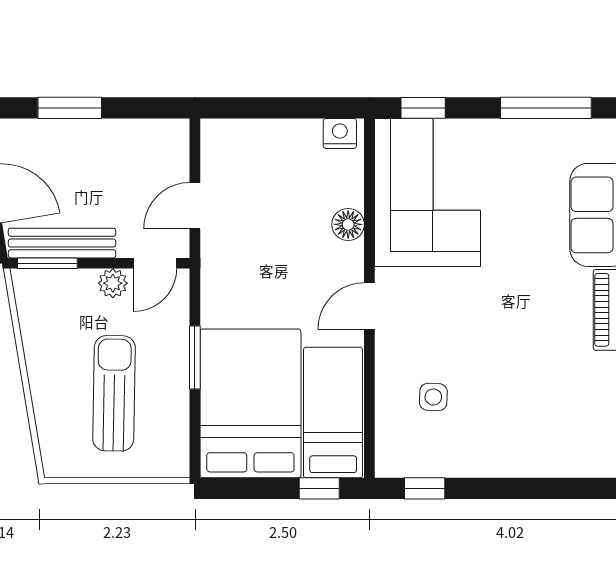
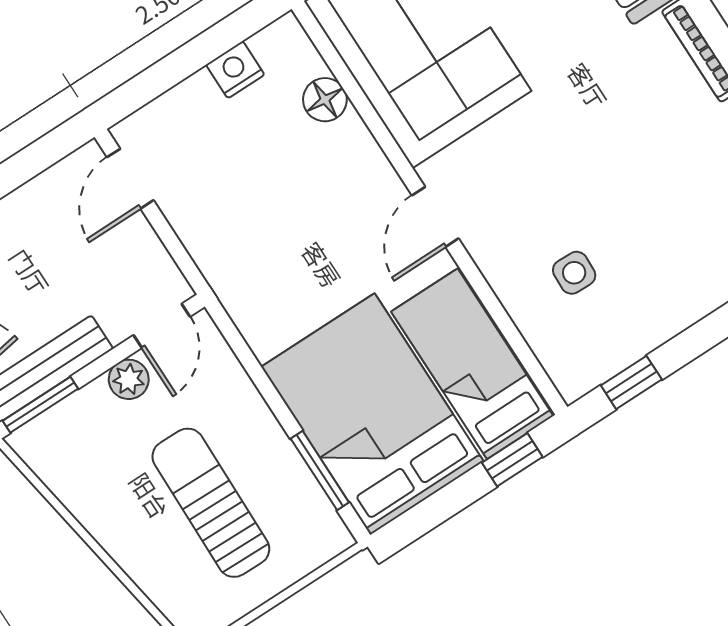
nightstand: (340, 133) -> (235, 70), moved
door: (195, 206) -> (130, 179), moved
floor lamp: (348, 224) -> (325, 100), moved
window: (195, 357) -> (320, 471), moved

